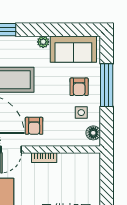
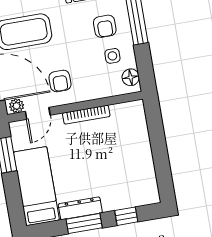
bookcase: (44, 158) -> (86, 115), width x1.56

